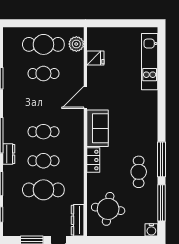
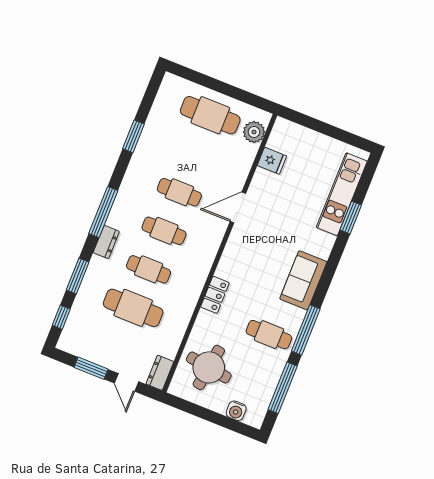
cafe table: (43, 74) -> (179, 192), moved
window: (161, 75) -> (351, 218), added
sofa: (98, 128) -> (303, 280), moved, turned 180
cafe table: (139, 172) -> (269, 335), turned 90
dresser: (78, 220) -> (160, 373), width x0.70
water cooler: (151, 230) -> (236, 411), moved

